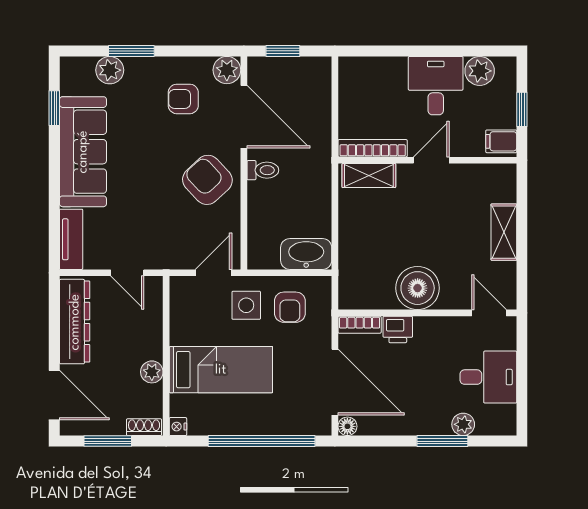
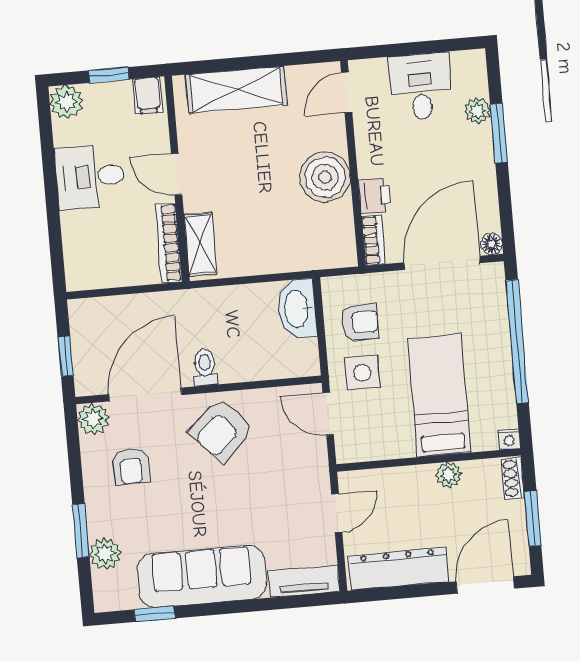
plant: (480, 71) -> (67, 102), moved
shelving: (504, 232) -> (236, 90), width x1.50, depth x1.33

